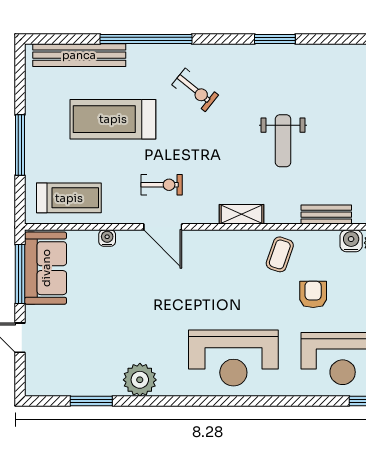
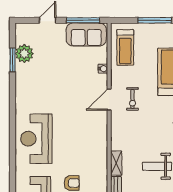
shelving: (242, 214) -> (116, 163), moved
coffee table: (280, 254) -> (94, 164), removed
plant: (140, 380) -> (24, 54), moved

